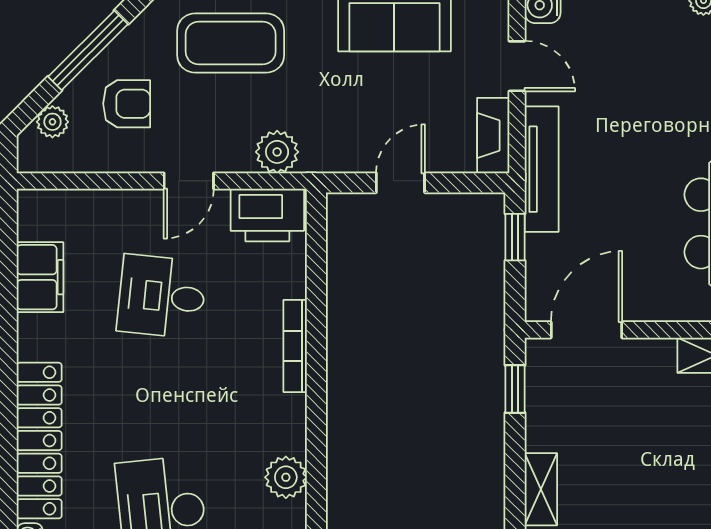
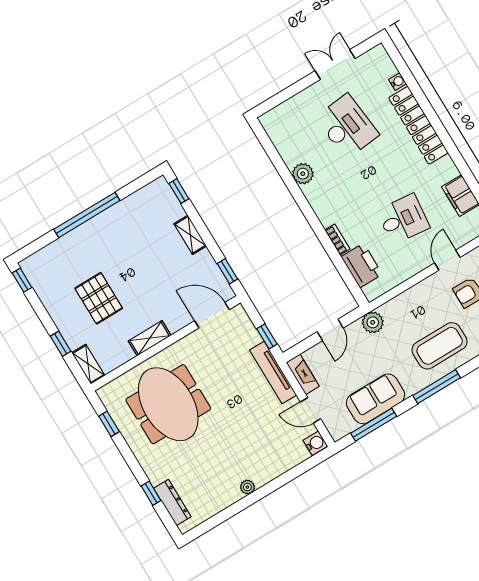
plant: (277, 152) -> (373, 322), moved
door: (189, 181) -> (447, 260), moved
printer: (267, 215) -> (362, 266), moved, turned 90
door: (586, 330) -> (212, 315), swing flipped
bookcase: (295, 346) -> (337, 240), width x0.64

